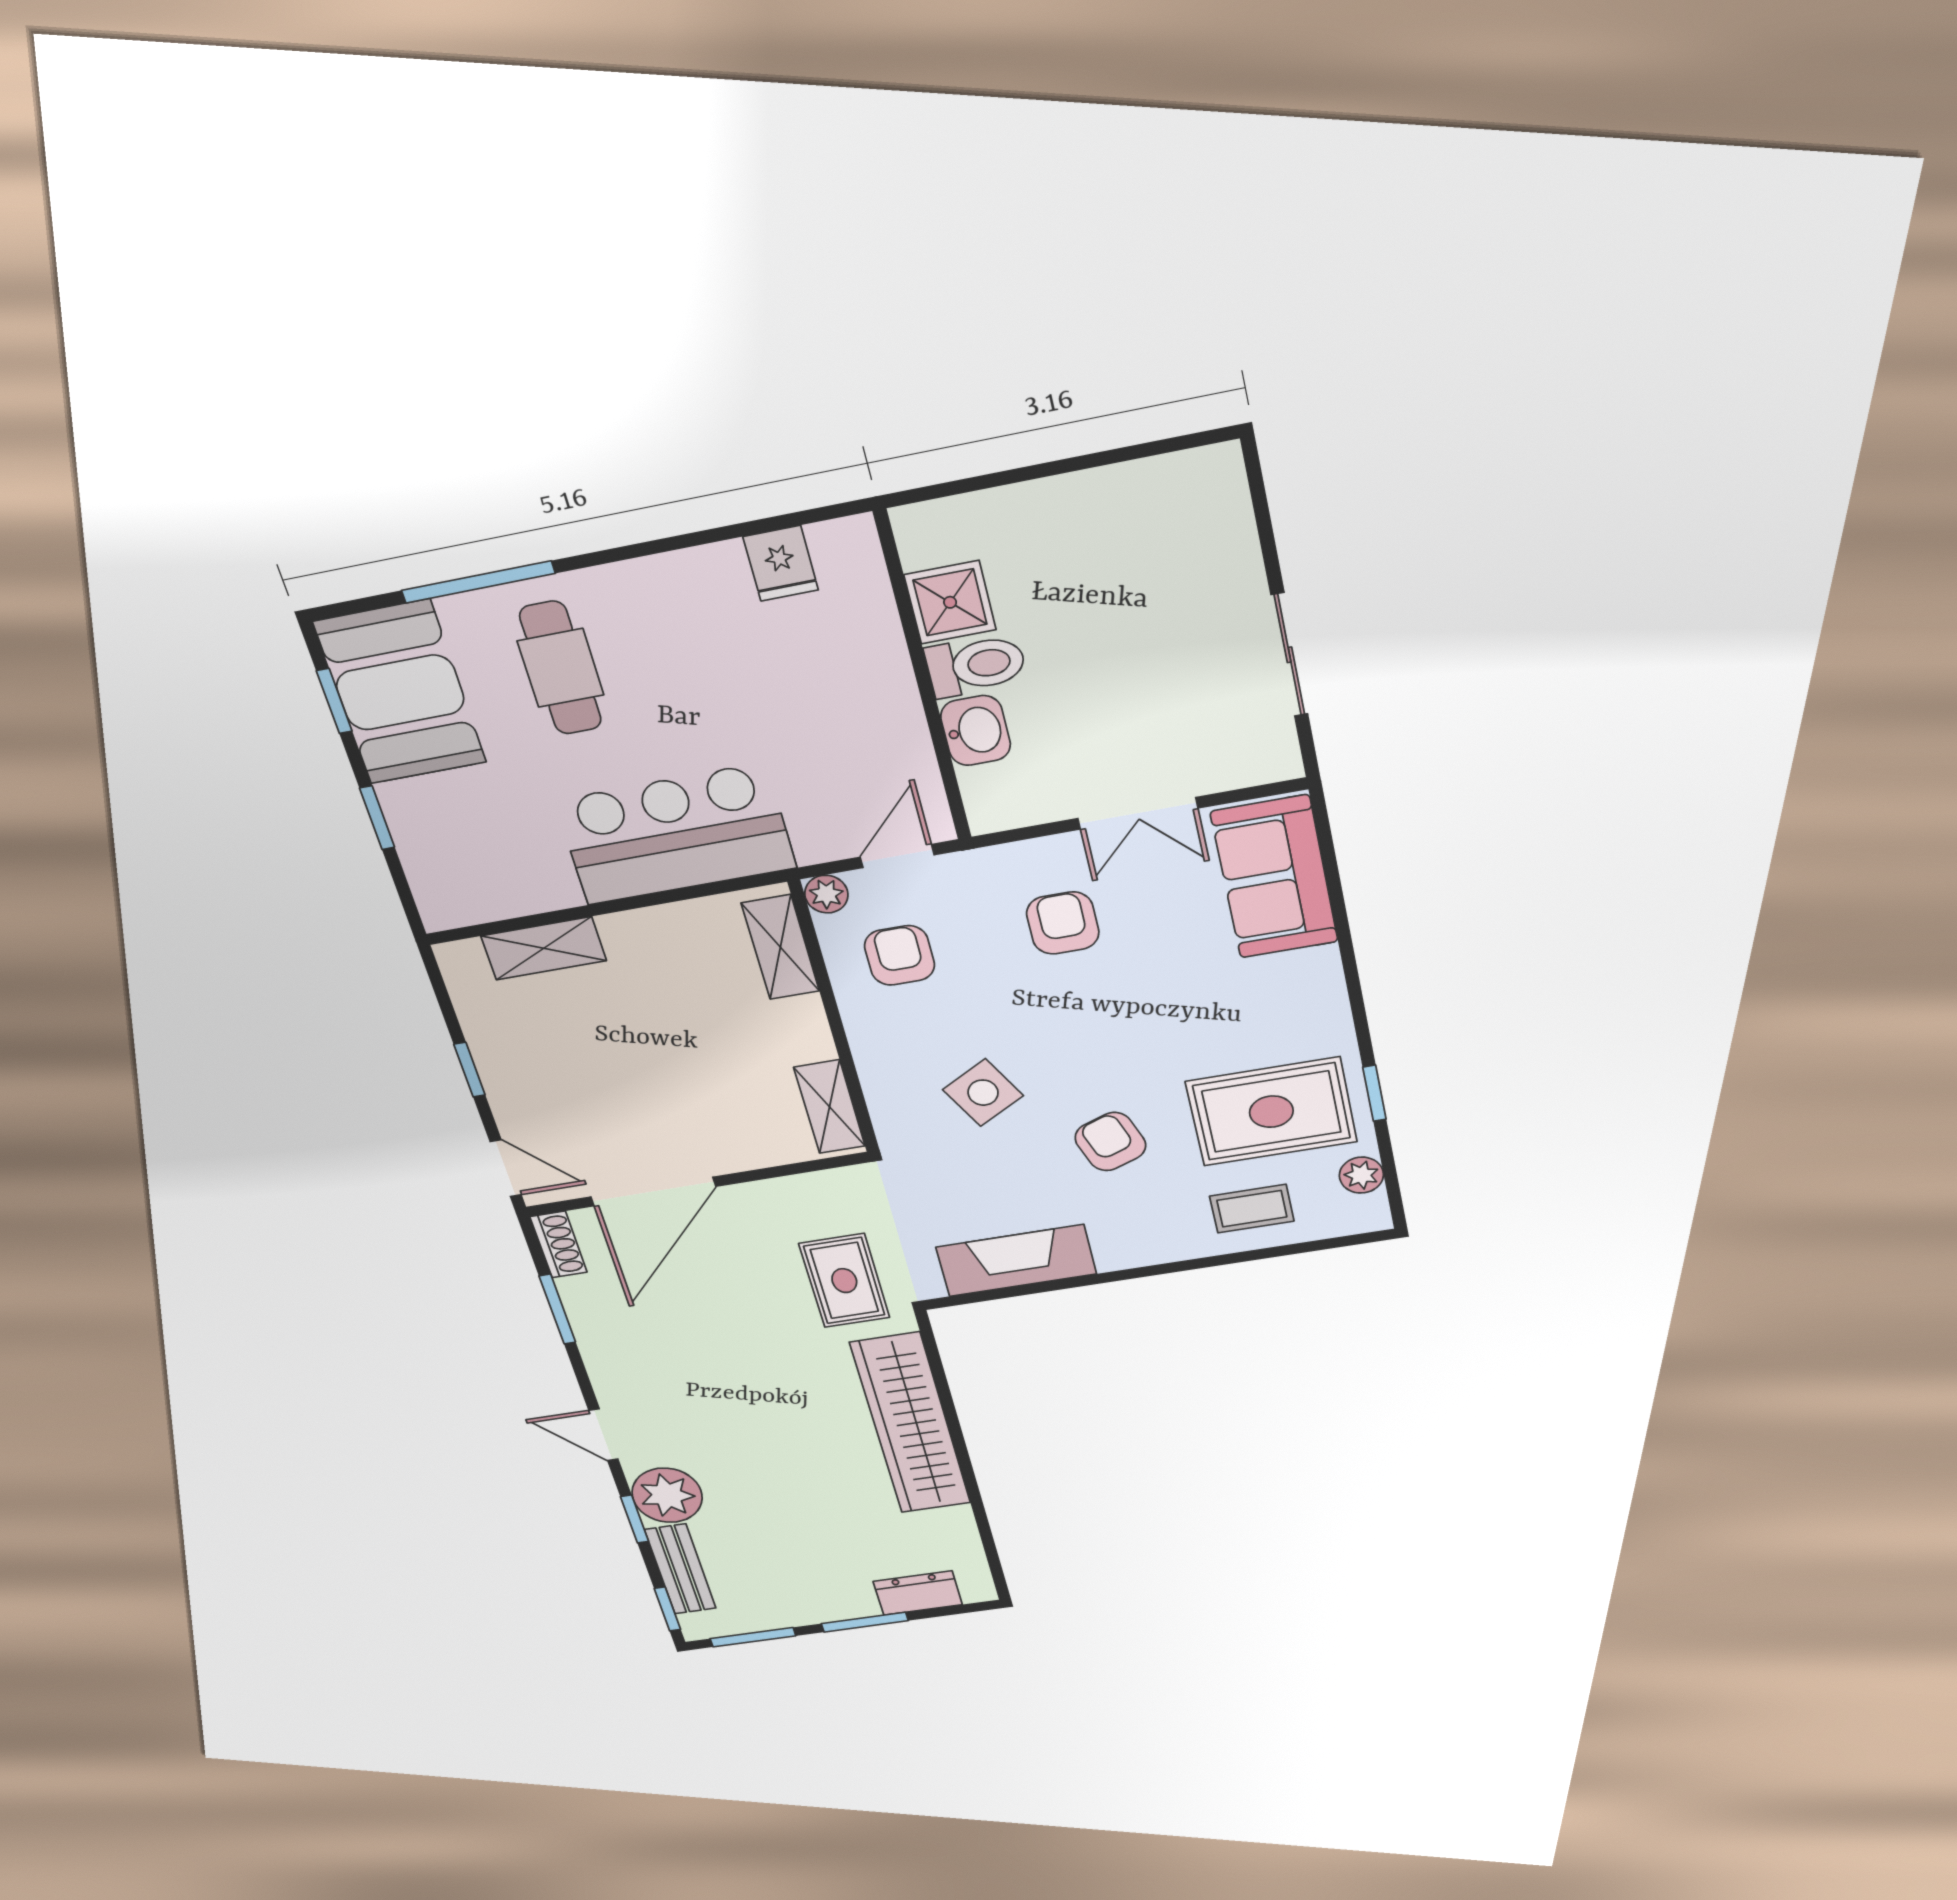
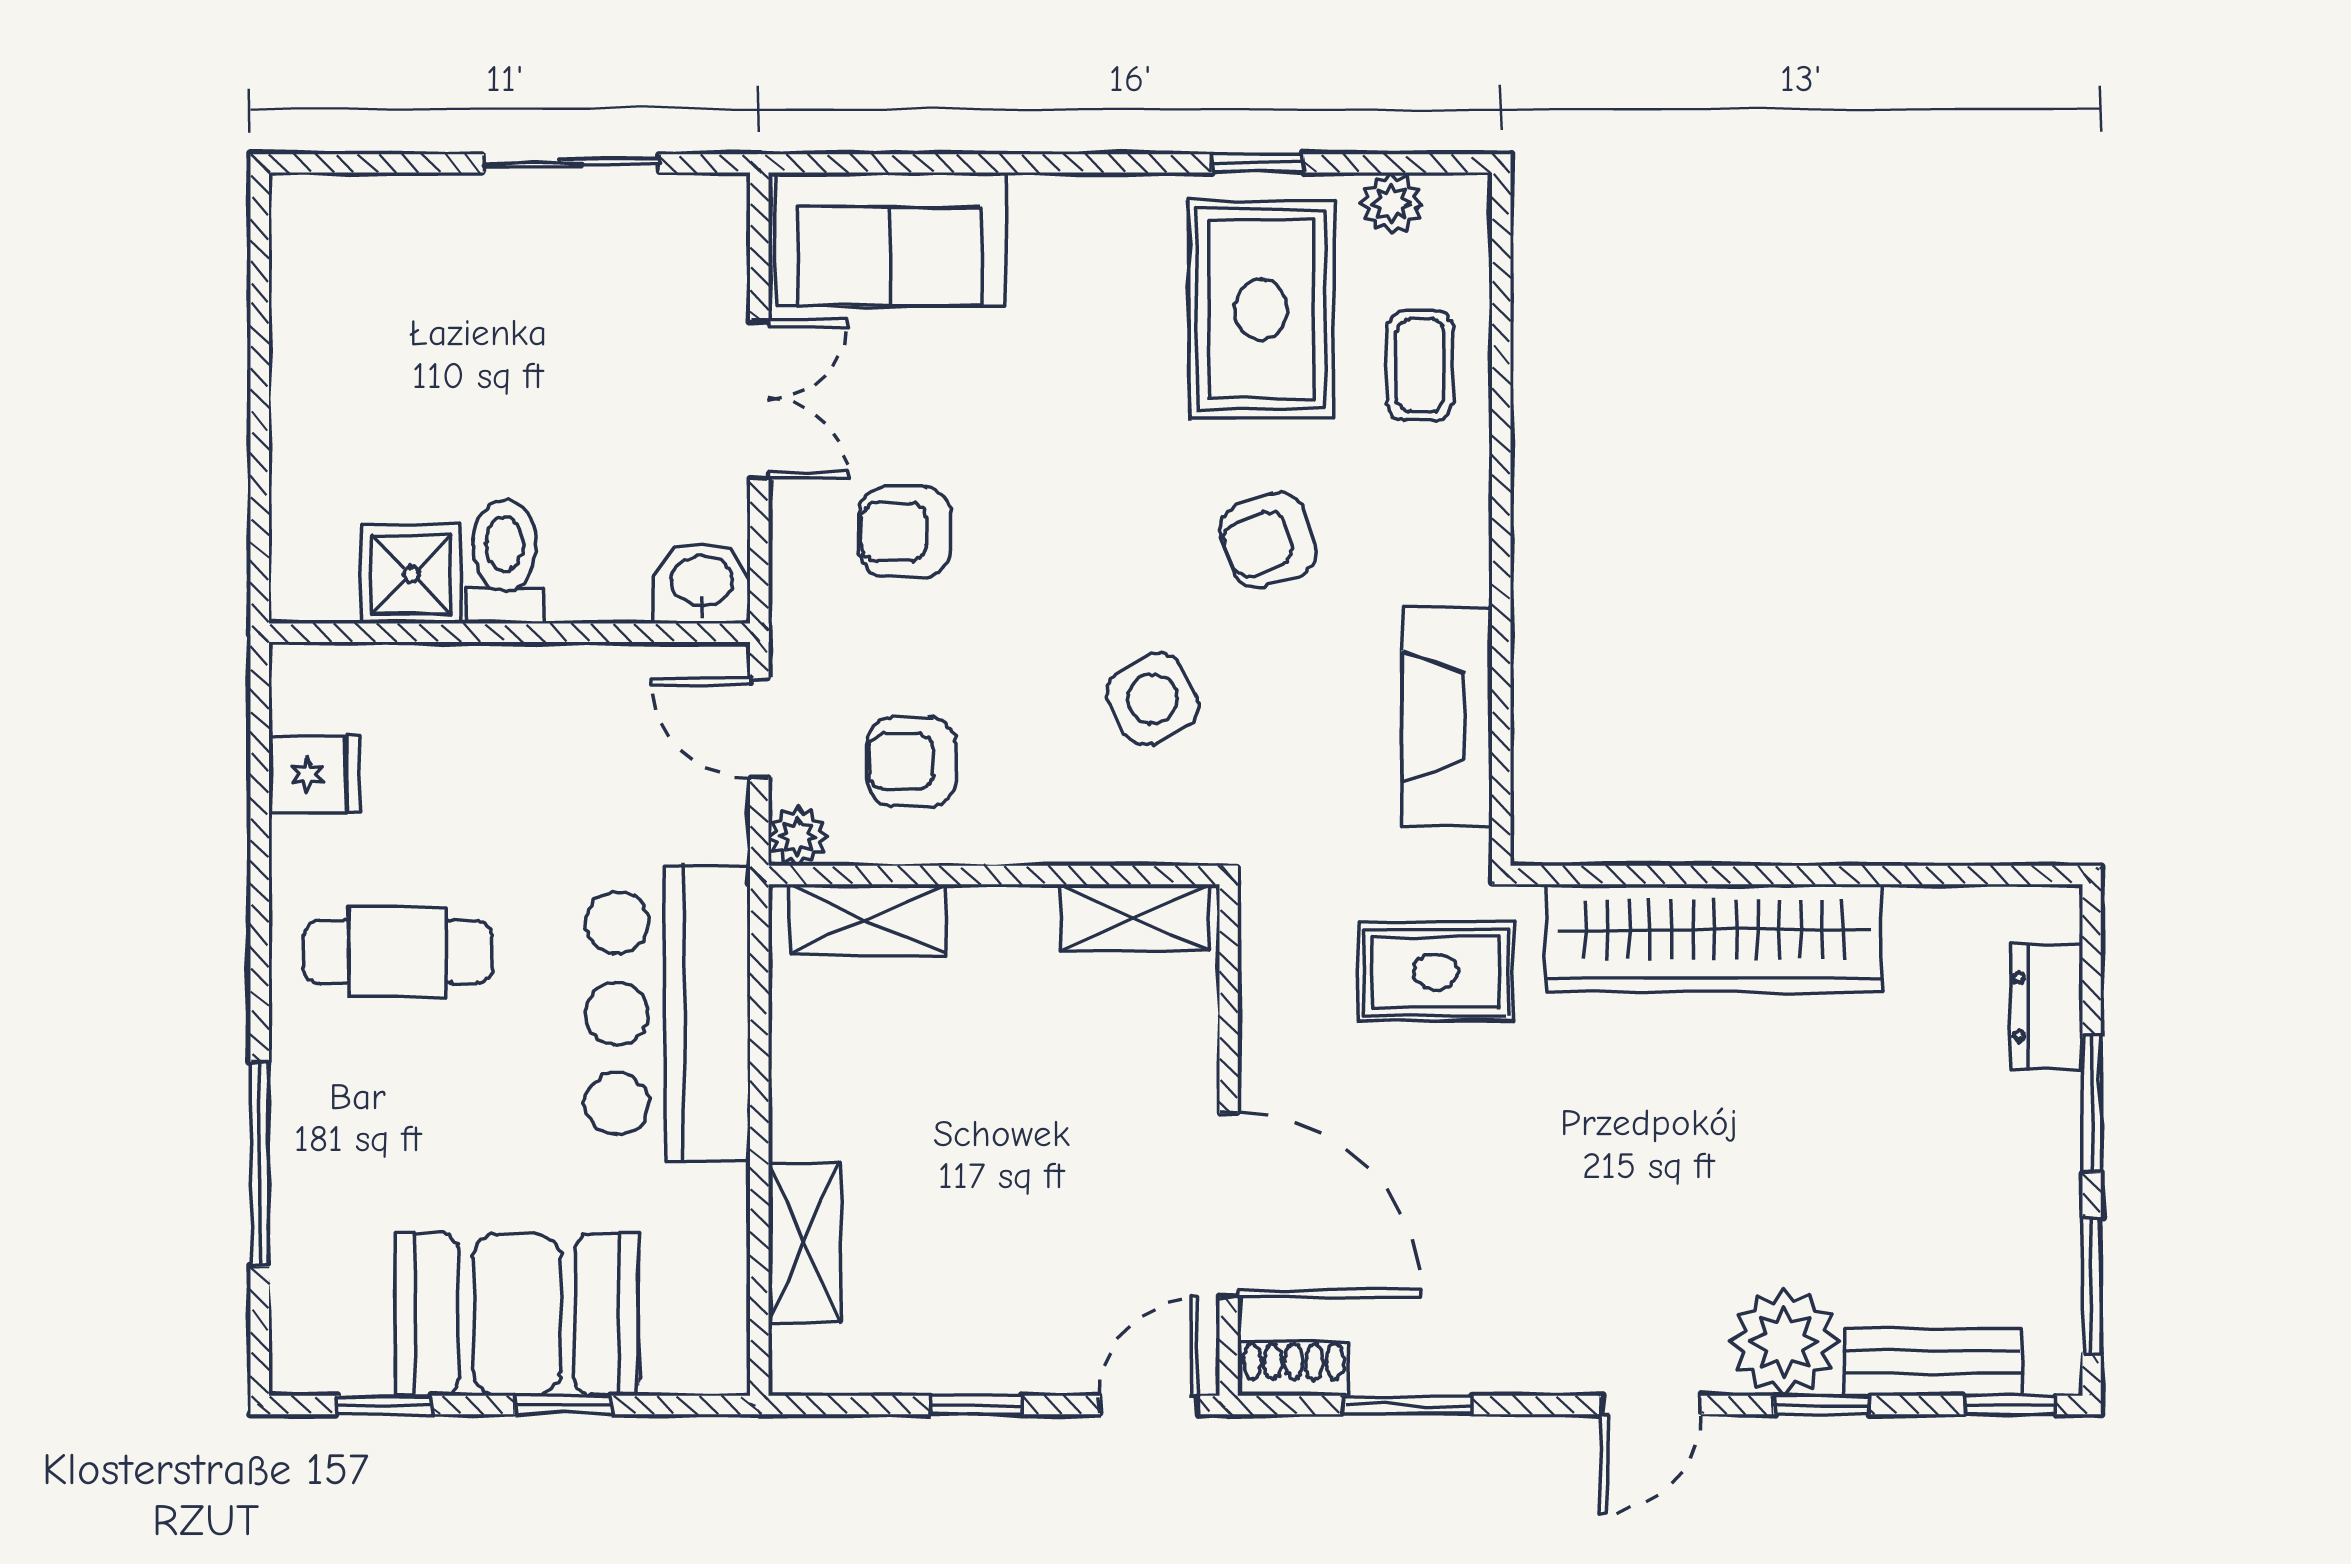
cafe table: (561, 668) -> (398, 952), moved
booth: (400, 692) -> (517, 1314), moved
washbasin: (976, 731) -> (702, 583), moved

